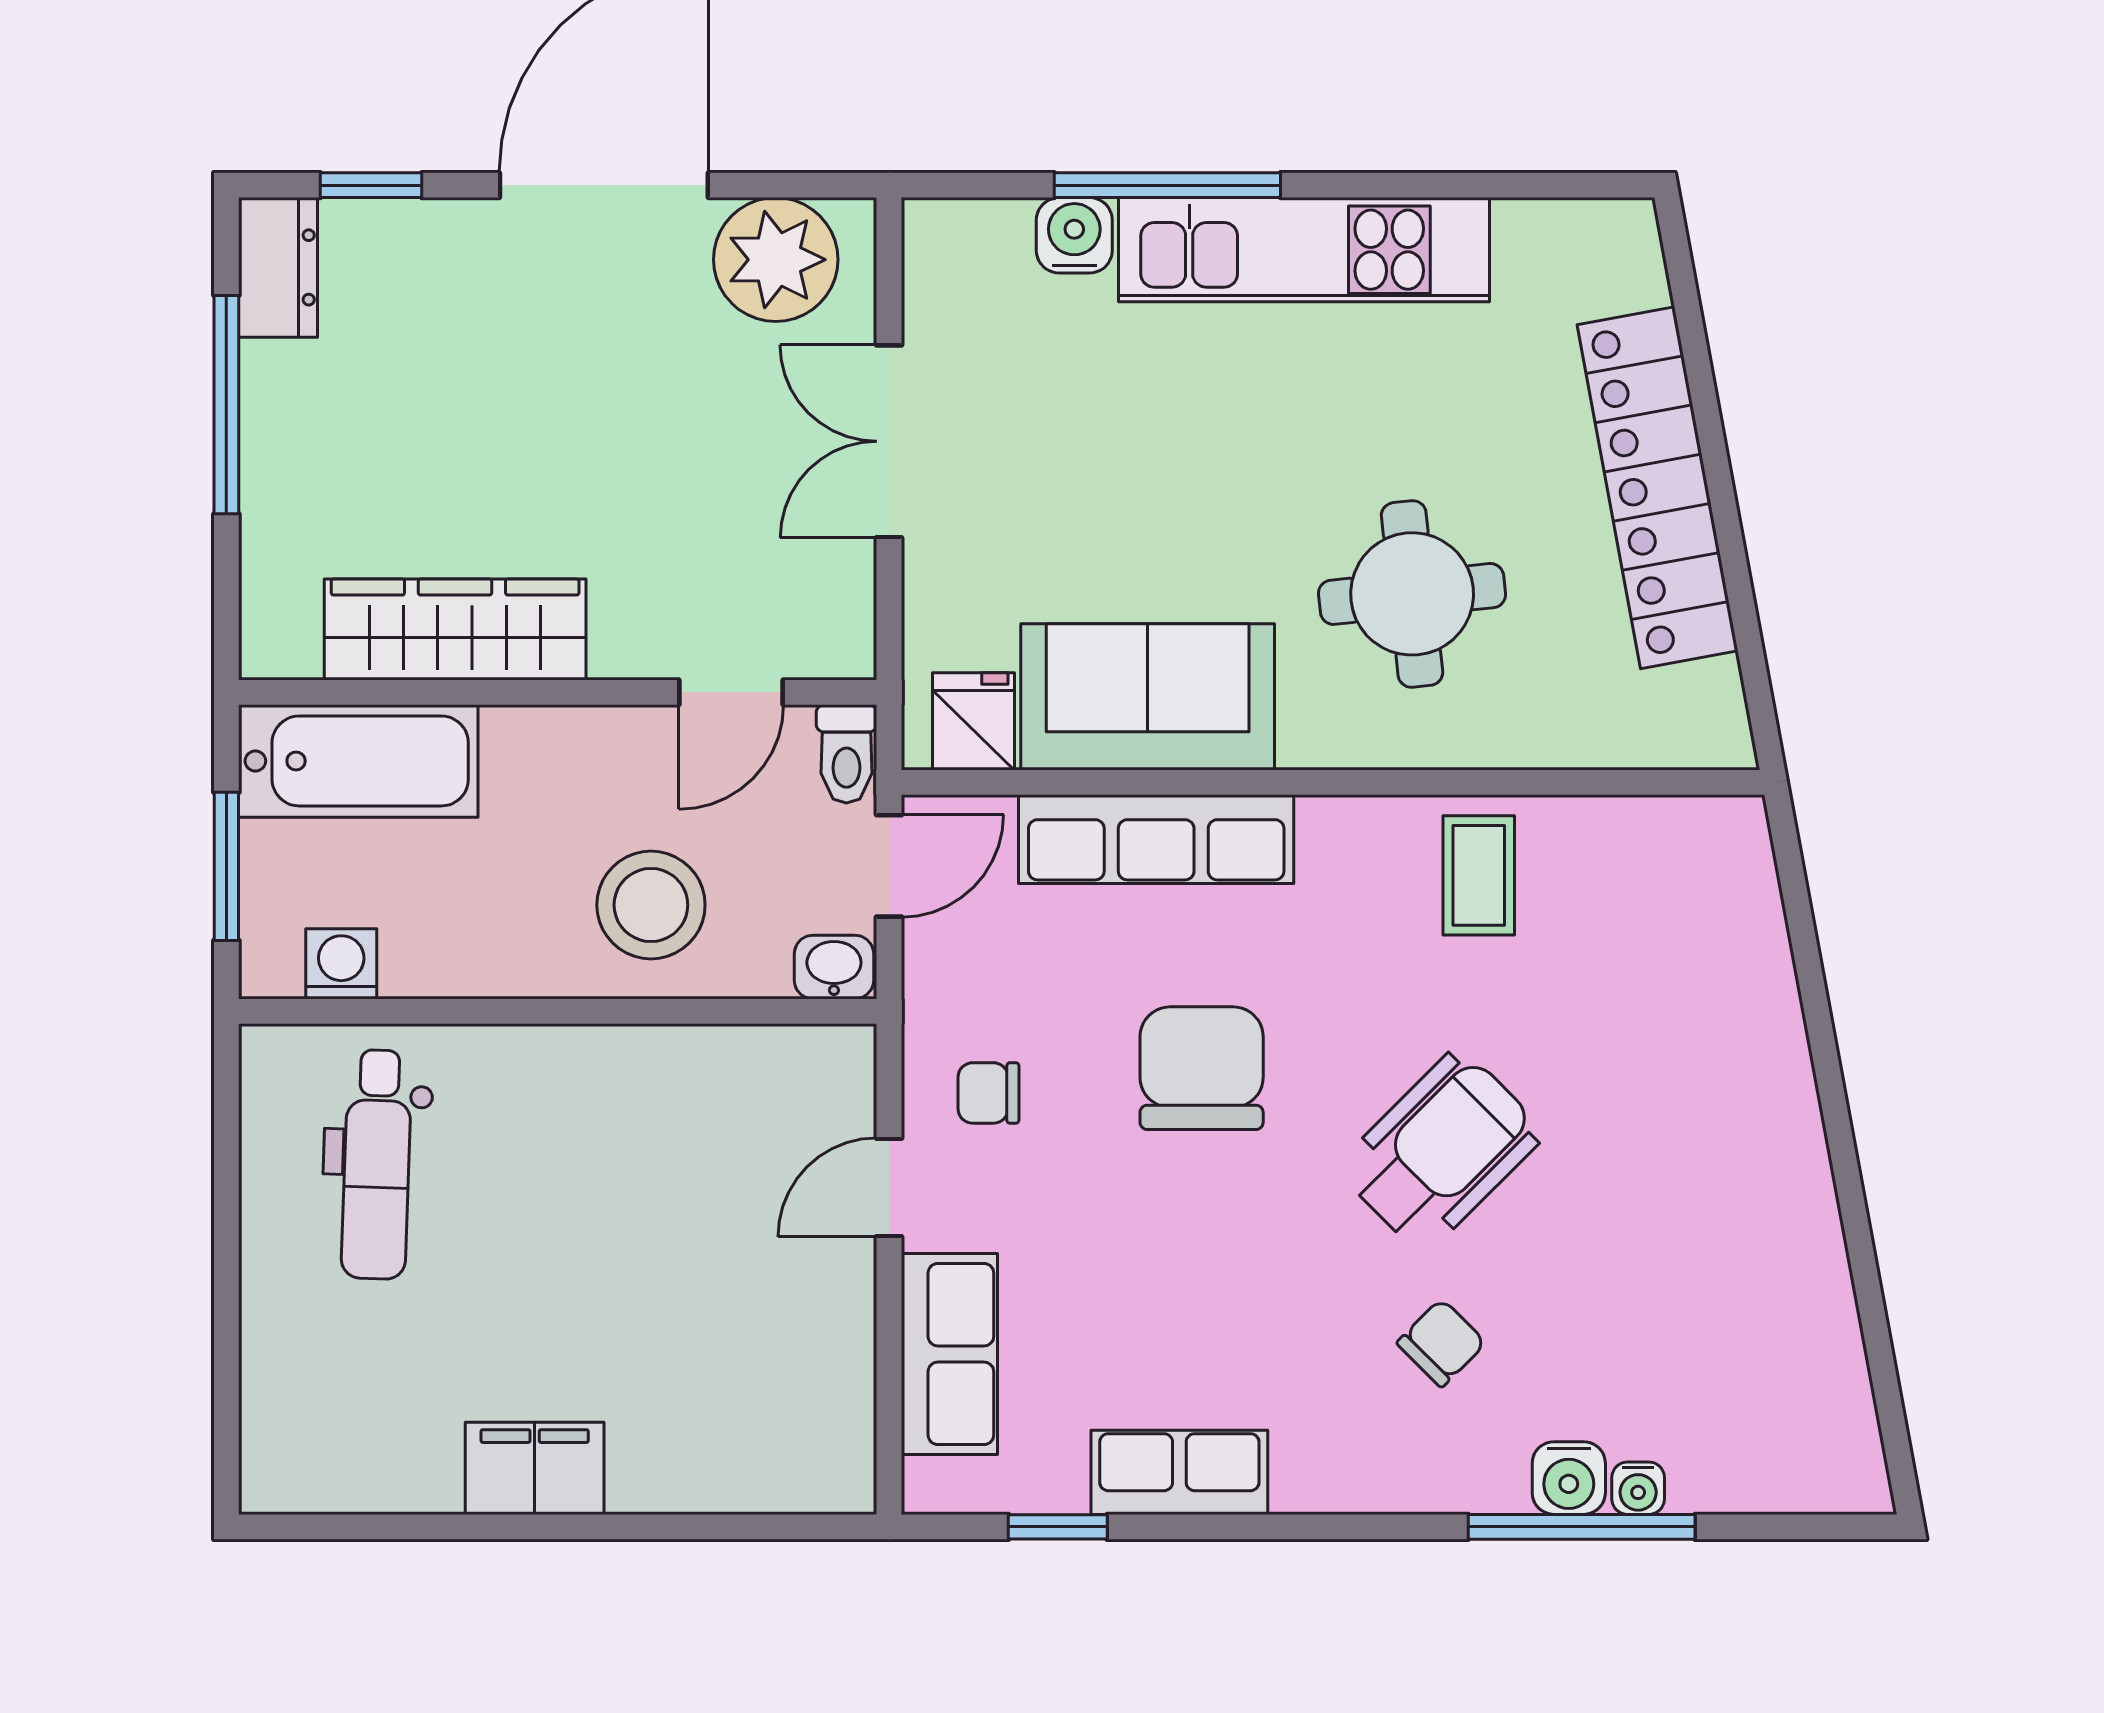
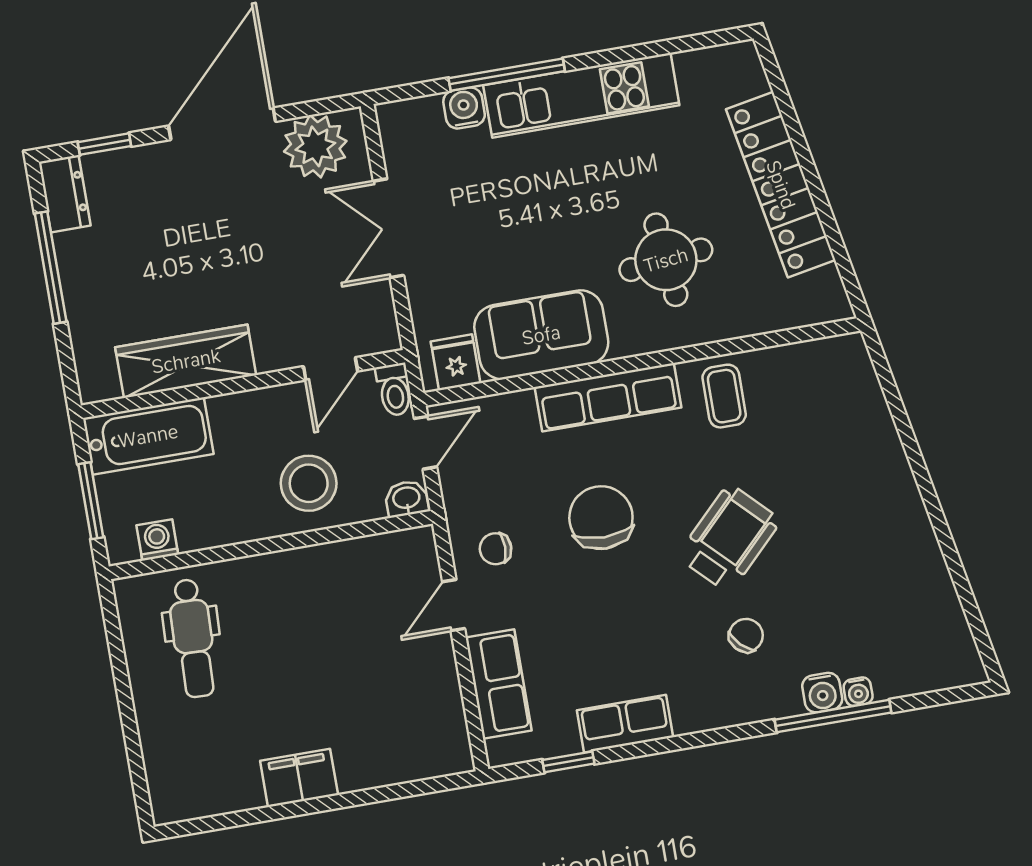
row of seats: (1156, 839) -> (608, 397), moved

